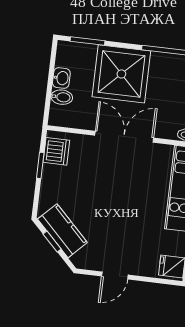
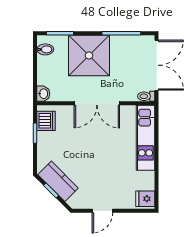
washbasin: (61, 78) -> (43, 94), moved
bidet: (62, 97) -> (45, 49), moved
double door: (124, 137) -> (97, 103), swing flipped

